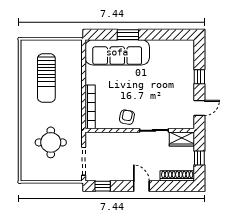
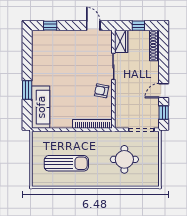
sofa: (117, 52) -> (41, 107), width x0.74, depth x0.79
window: (199, 77) -> (50, 26), moved
door: (141, 186) -> (164, 91), moved

